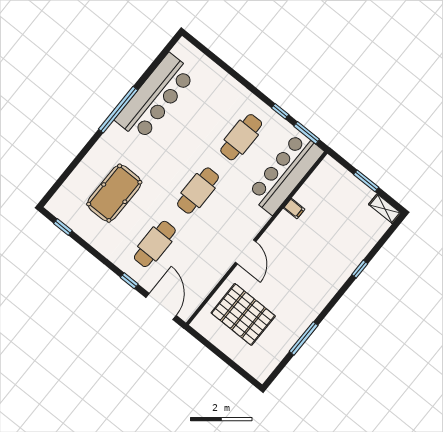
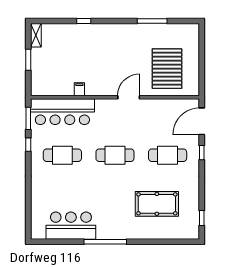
bar counter: (155, 97) -> (71, 226), width x0.73

